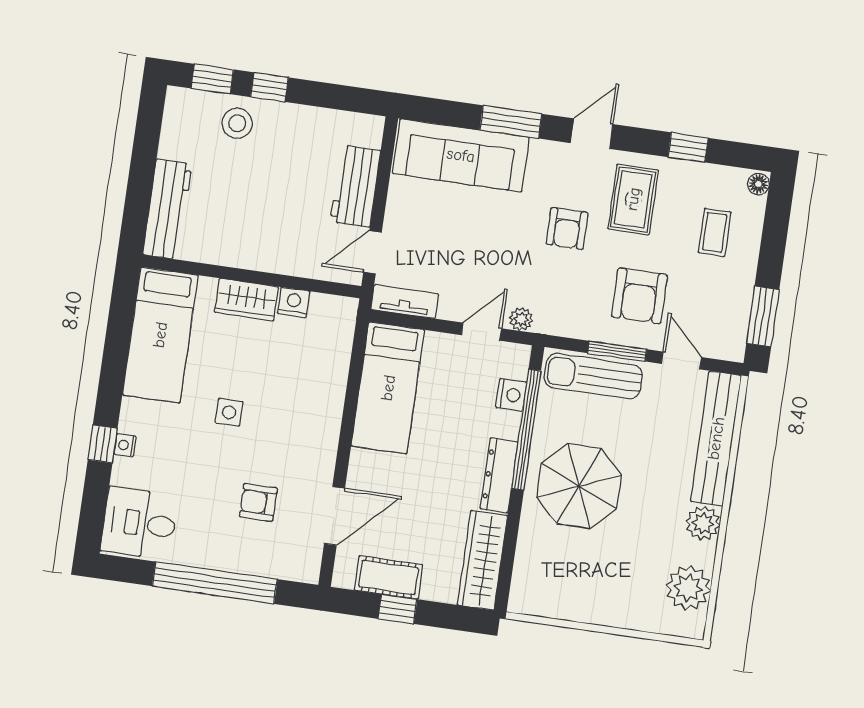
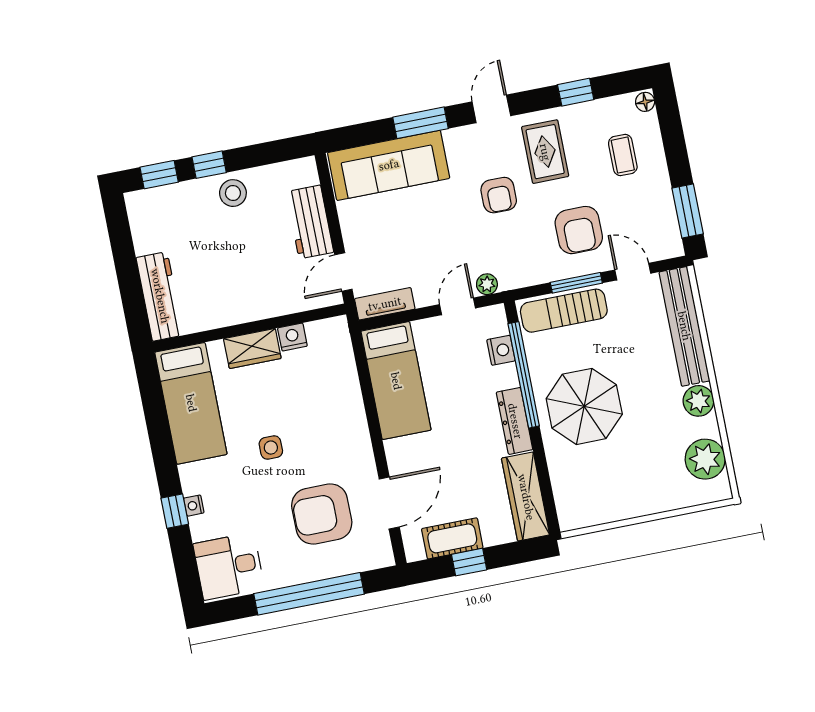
stool: (237, 123) -> (233, 193), moved
armchair: (258, 502) -> (322, 514), width x1.88, depth x1.88

